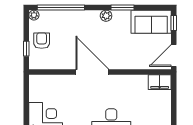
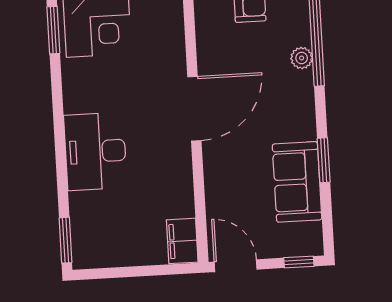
plant: (106, 16) -> (302, 58), moved
sofa: (151, 22) -> (297, 182), moved

